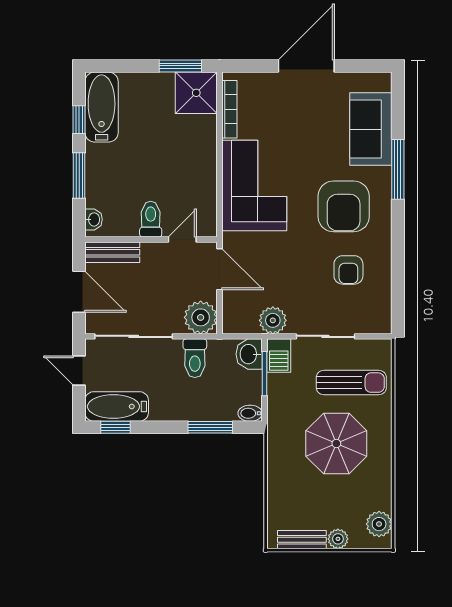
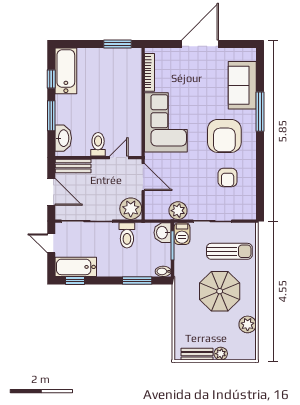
shower: (196, 93) -> (128, 62), removed
washbasin: (94, 219) -> (63, 138), width x1.91, depth x1.45
plant: (379, 524) -> (248, 324), moved

